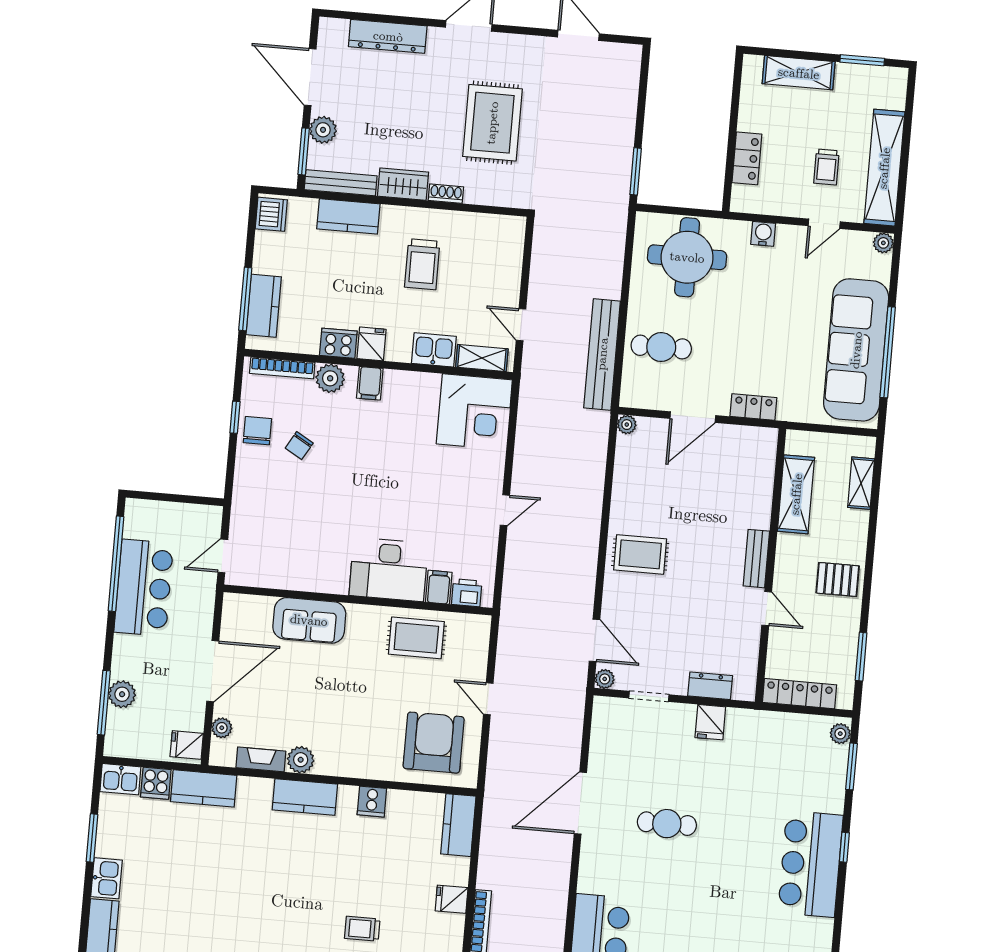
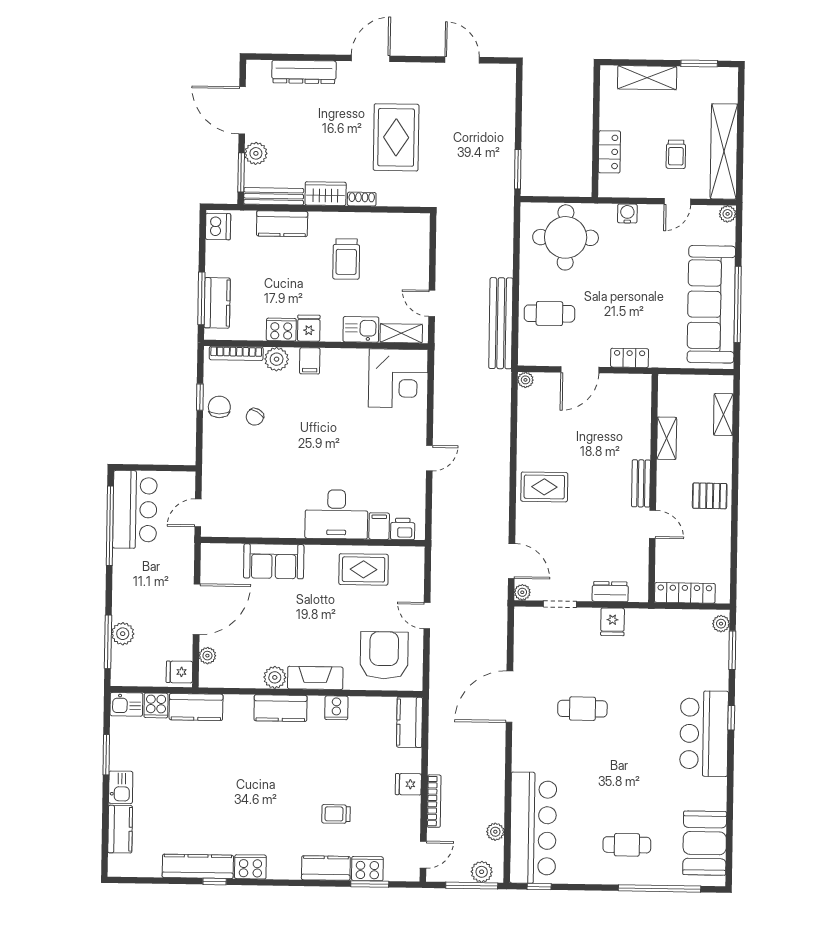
shelving: (796, 494) -> (667, 438), width x0.67, depth x0.75
bar counter: (144, 588) -> (135, 510), moved
window: (861, 657) -> (734, 559), removed
fireplace: (261, 759) -> (315, 678), moved, width x1.37, depth x1.32

